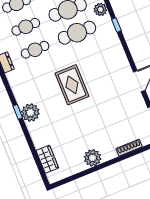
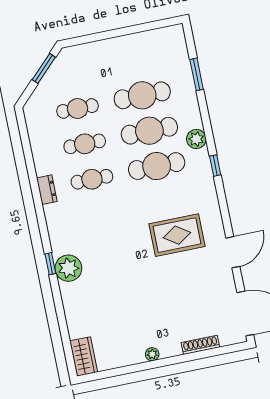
rug: (72, 85) -> (177, 235), moved, turned 90
plant: (93, 158) -> (152, 354), width x0.53, depth x0.53
wardrobe: (47, 159) -> (84, 356), moved

